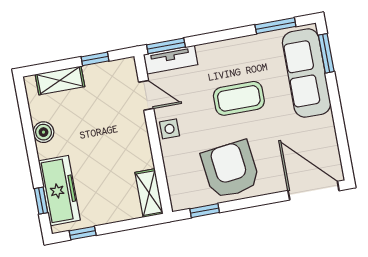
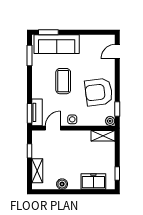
freezer: (59, 191) -> (93, 181), width x0.71
door: (314, 191) -> (117, 52), width x0.53
window: (41, 201) -> (97, 192), removed
plant: (180, 201) -> (110, 121), added

